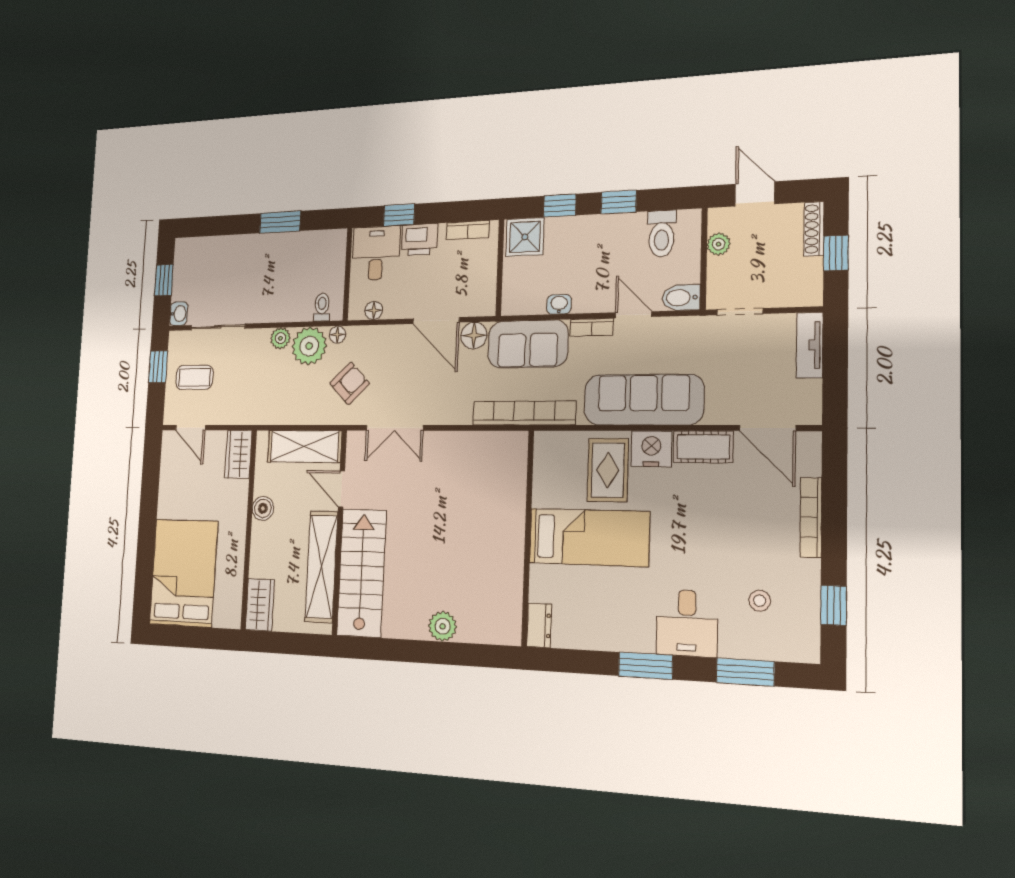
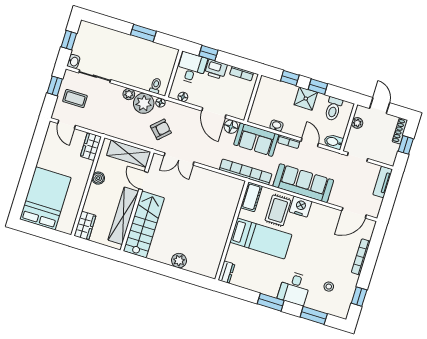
shower: (525, 237) -> (306, 99), moved
door: (768, 428) -> (354, 213), hinge flipped
cot: (703, 447) -> (251, 197), moved, turned 90

